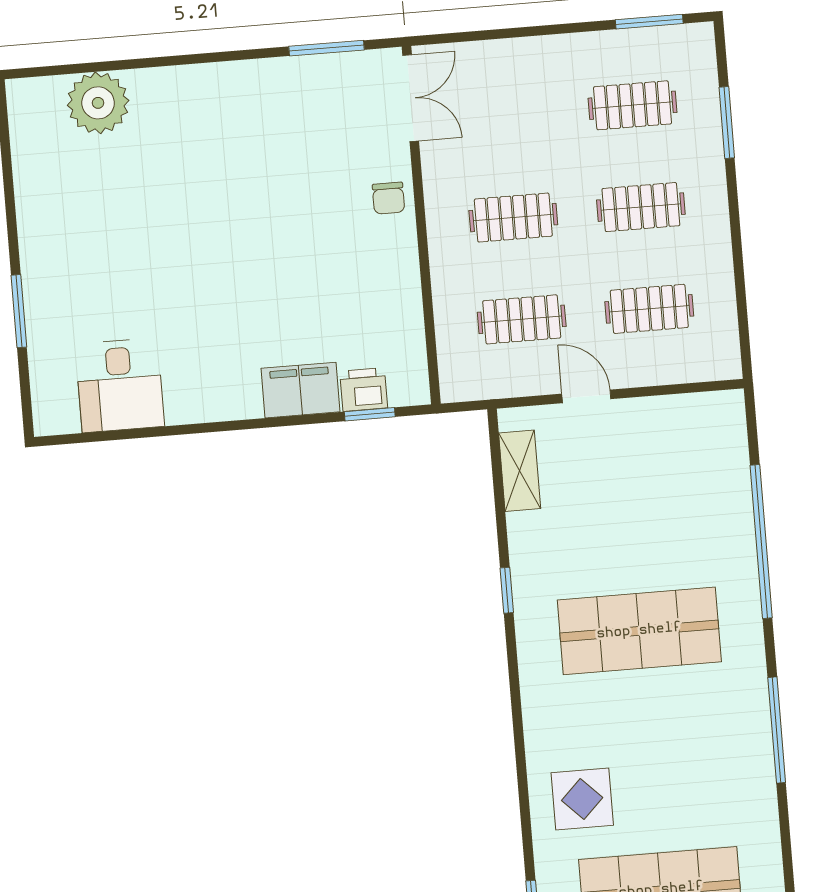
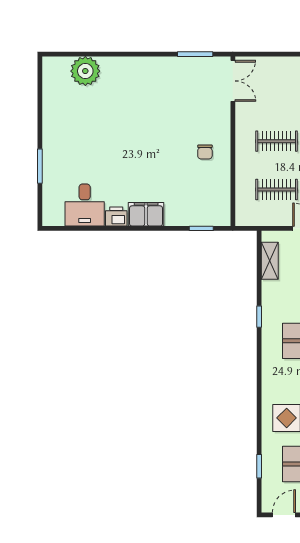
chair: (388, 198) -> (205, 152), moved
filing cabinet: (300, 390) -> (146, 214), moved
printer: (364, 390) -> (116, 216), moved

